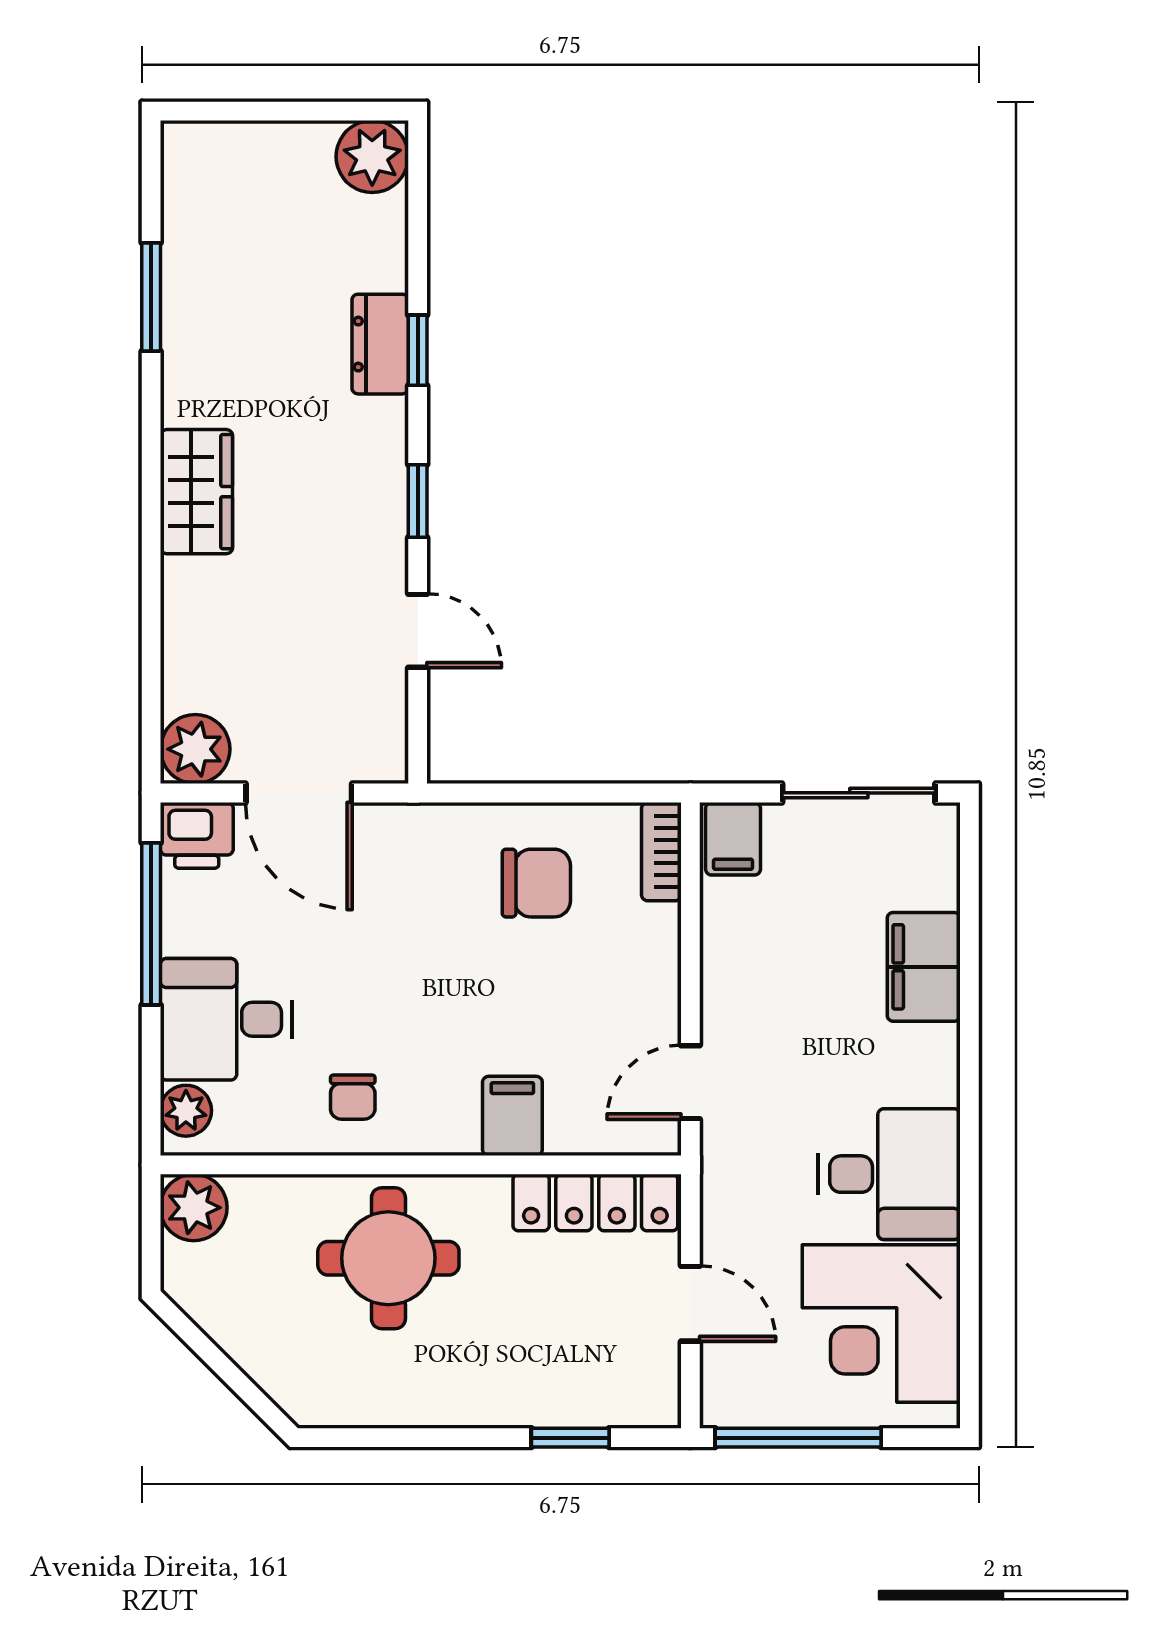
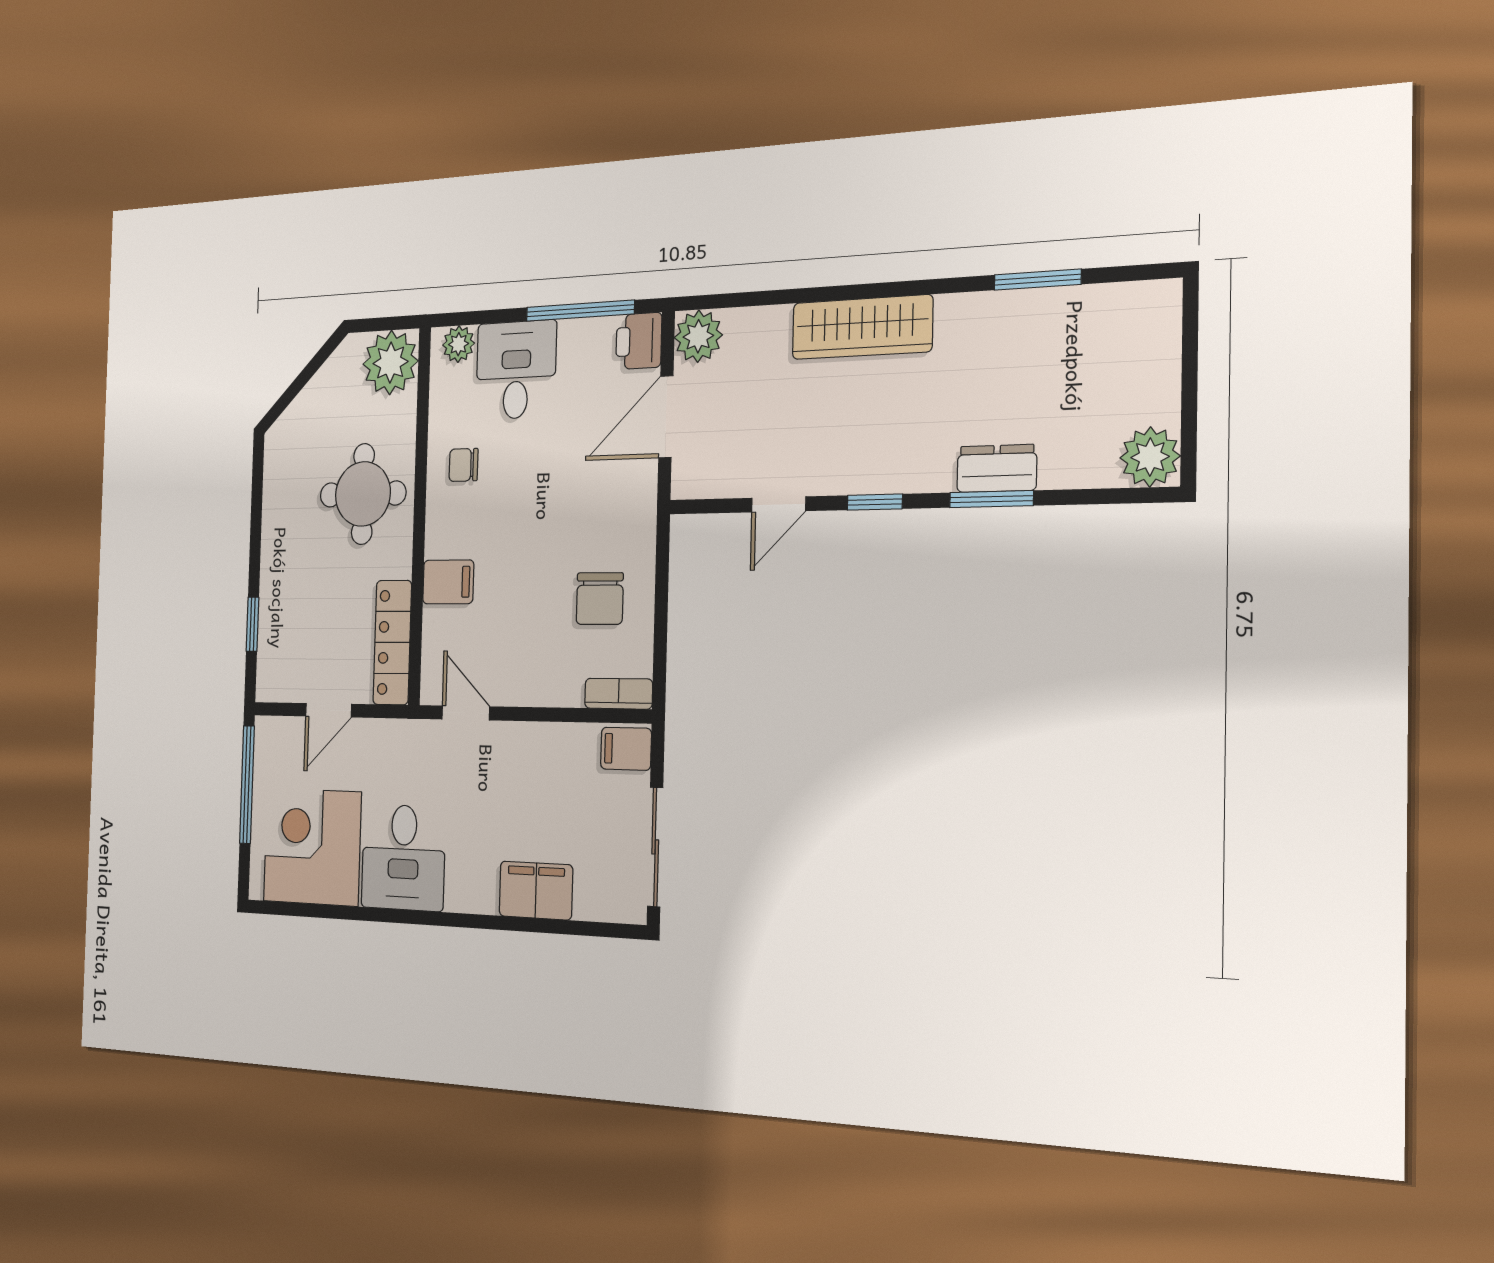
window: (418, 350) -> (991, 499), width x1.50
wardrobe: (196, 492) -> (862, 327), width x1.50
plant: (194, 1208) -> (391, 362), width x1.36, depth x1.36

